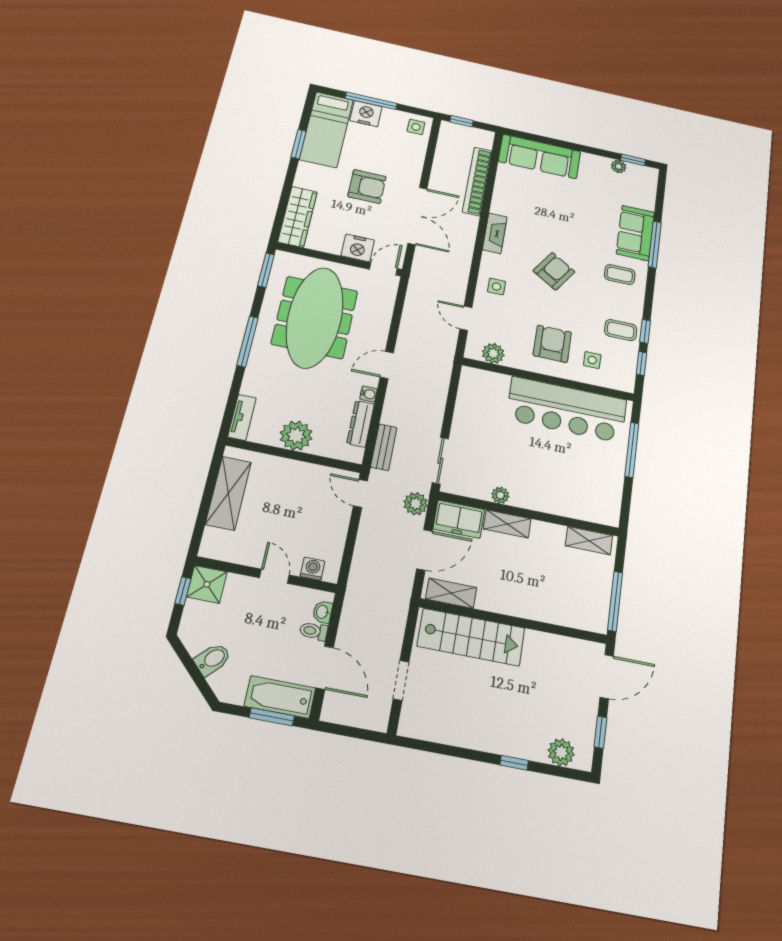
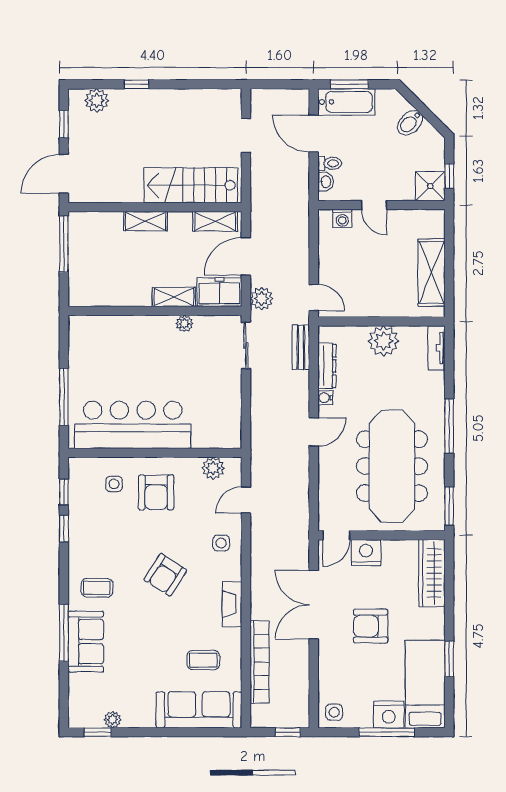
door: (466, 318) -> (246, 500), swing flipped
coffee table: (621, 330) -> (203, 660), moved
shelving: (589, 541) -> (145, 221), moved

